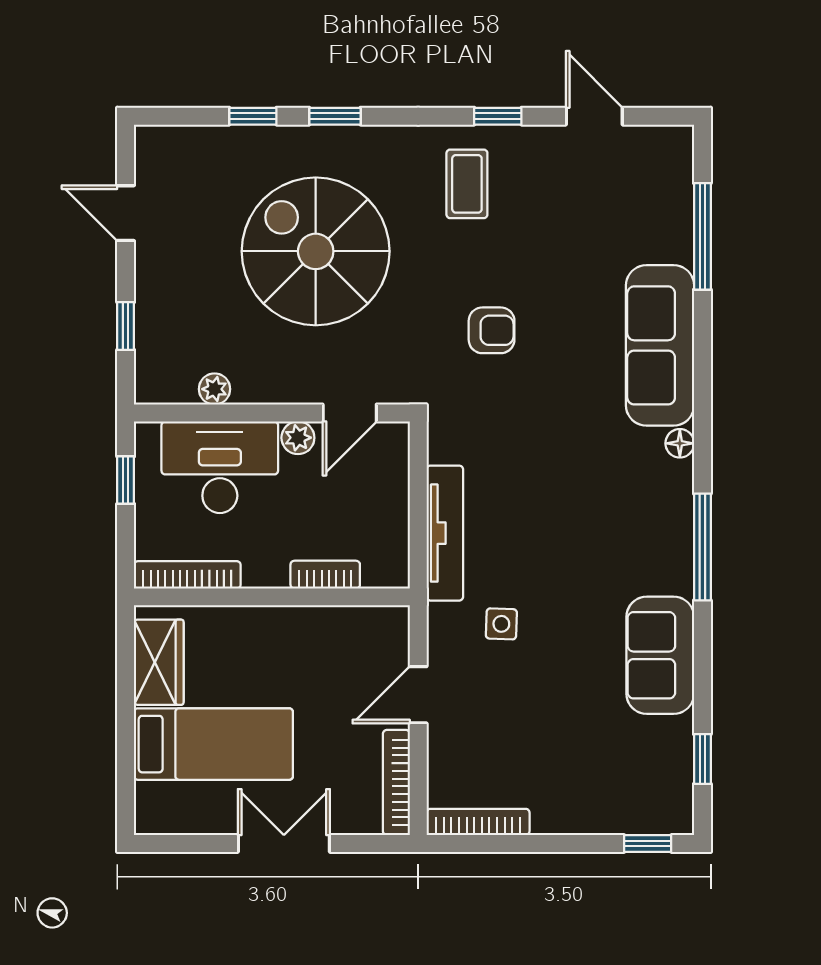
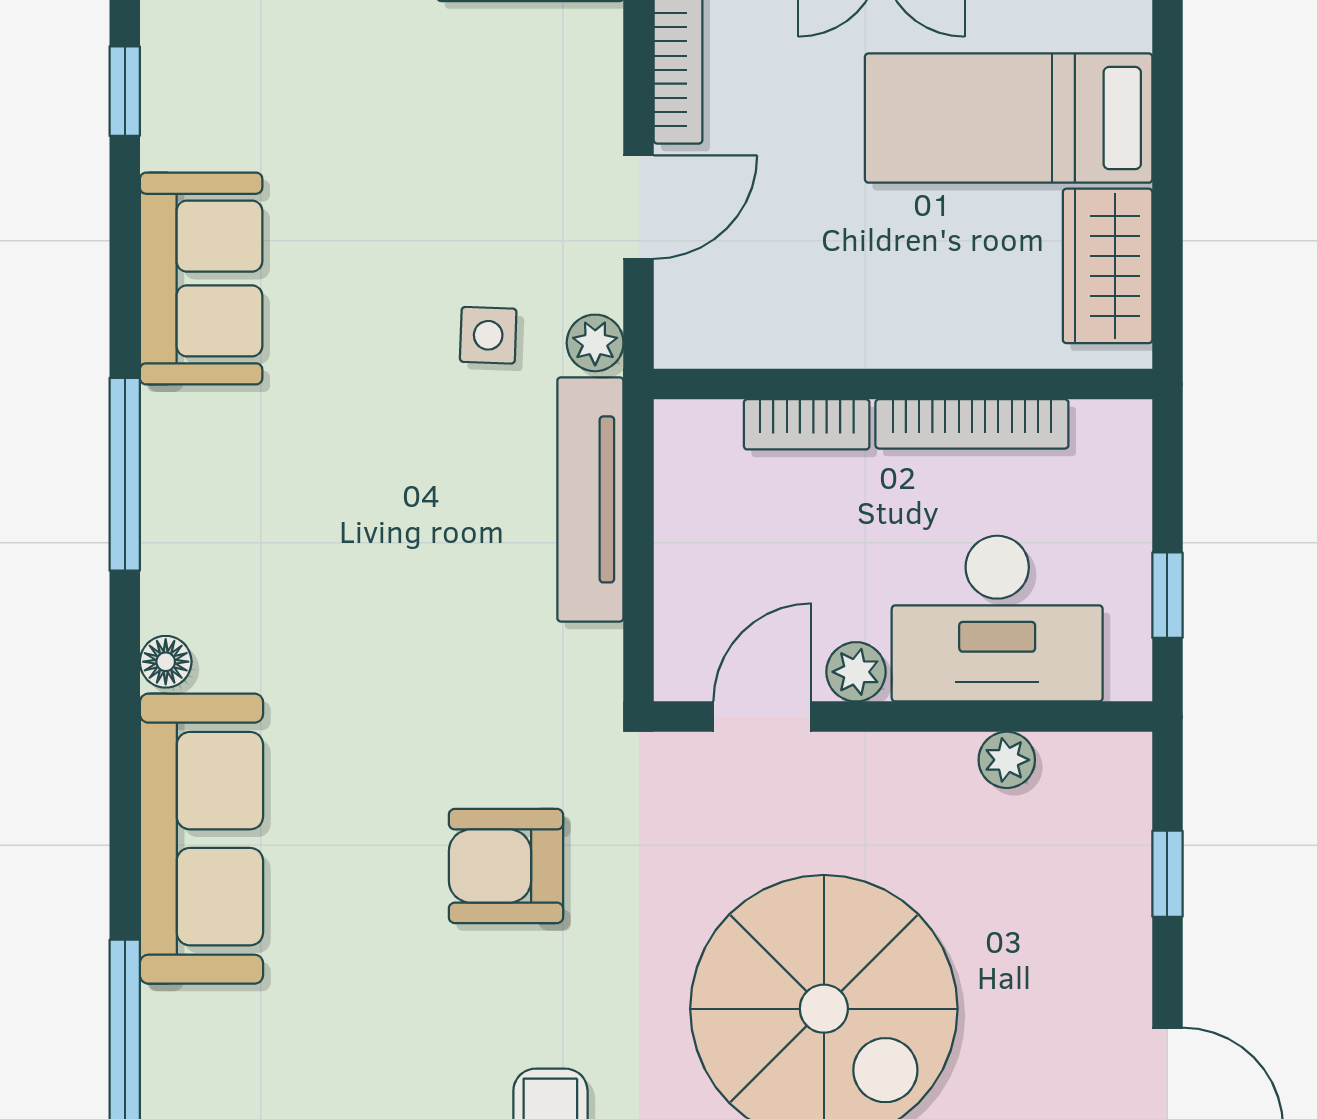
armchair: (492, 330) -> (506, 866), width x1.38, depth x1.38
bookcase: (187, 575) -> (972, 424), moved
plant: (442, 620) -> (595, 343), added

